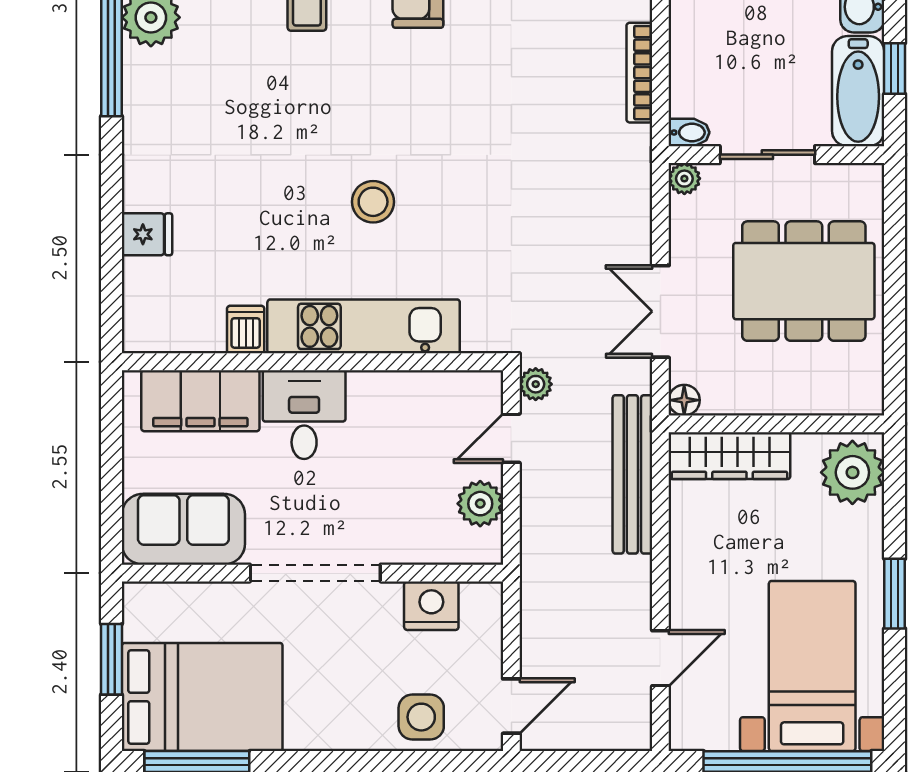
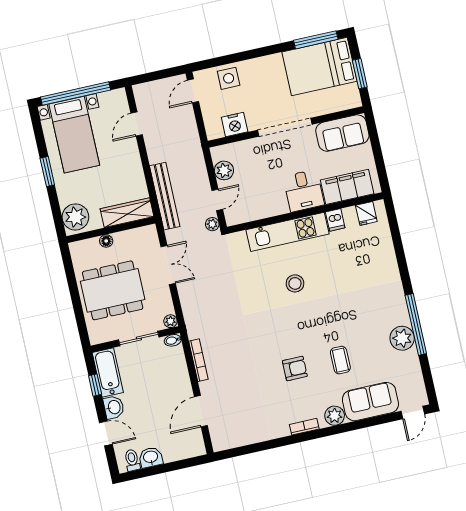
fridge: (147, 234) -> (366, 213), moved, turned -90
floor lamp: (684, 400) -> (106, 241), moved

